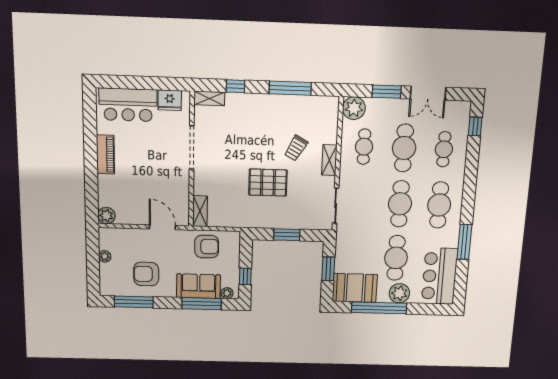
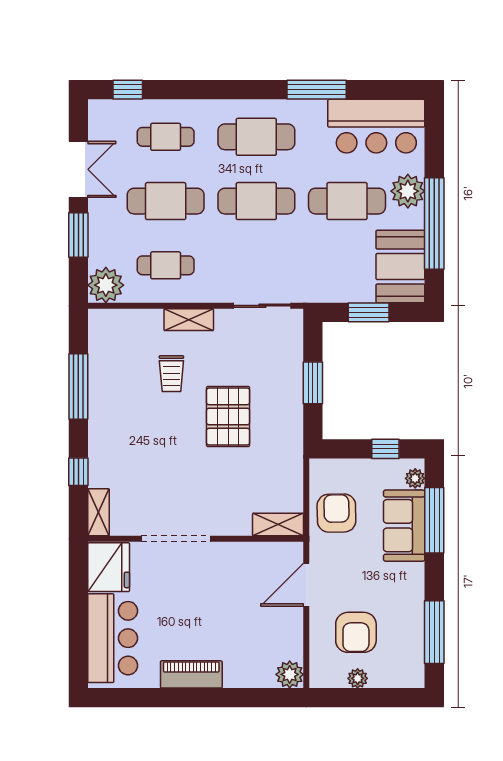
fridge: (170, 100) -> (109, 567), width x1.36, depth x1.34
trolley: (296, 148) -> (171, 374), turned 61
armchair: (146, 274) -> (356, 632), moved

